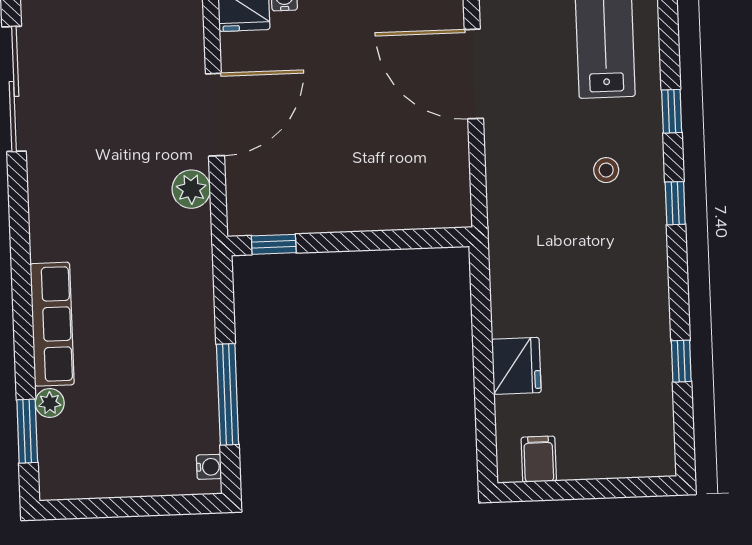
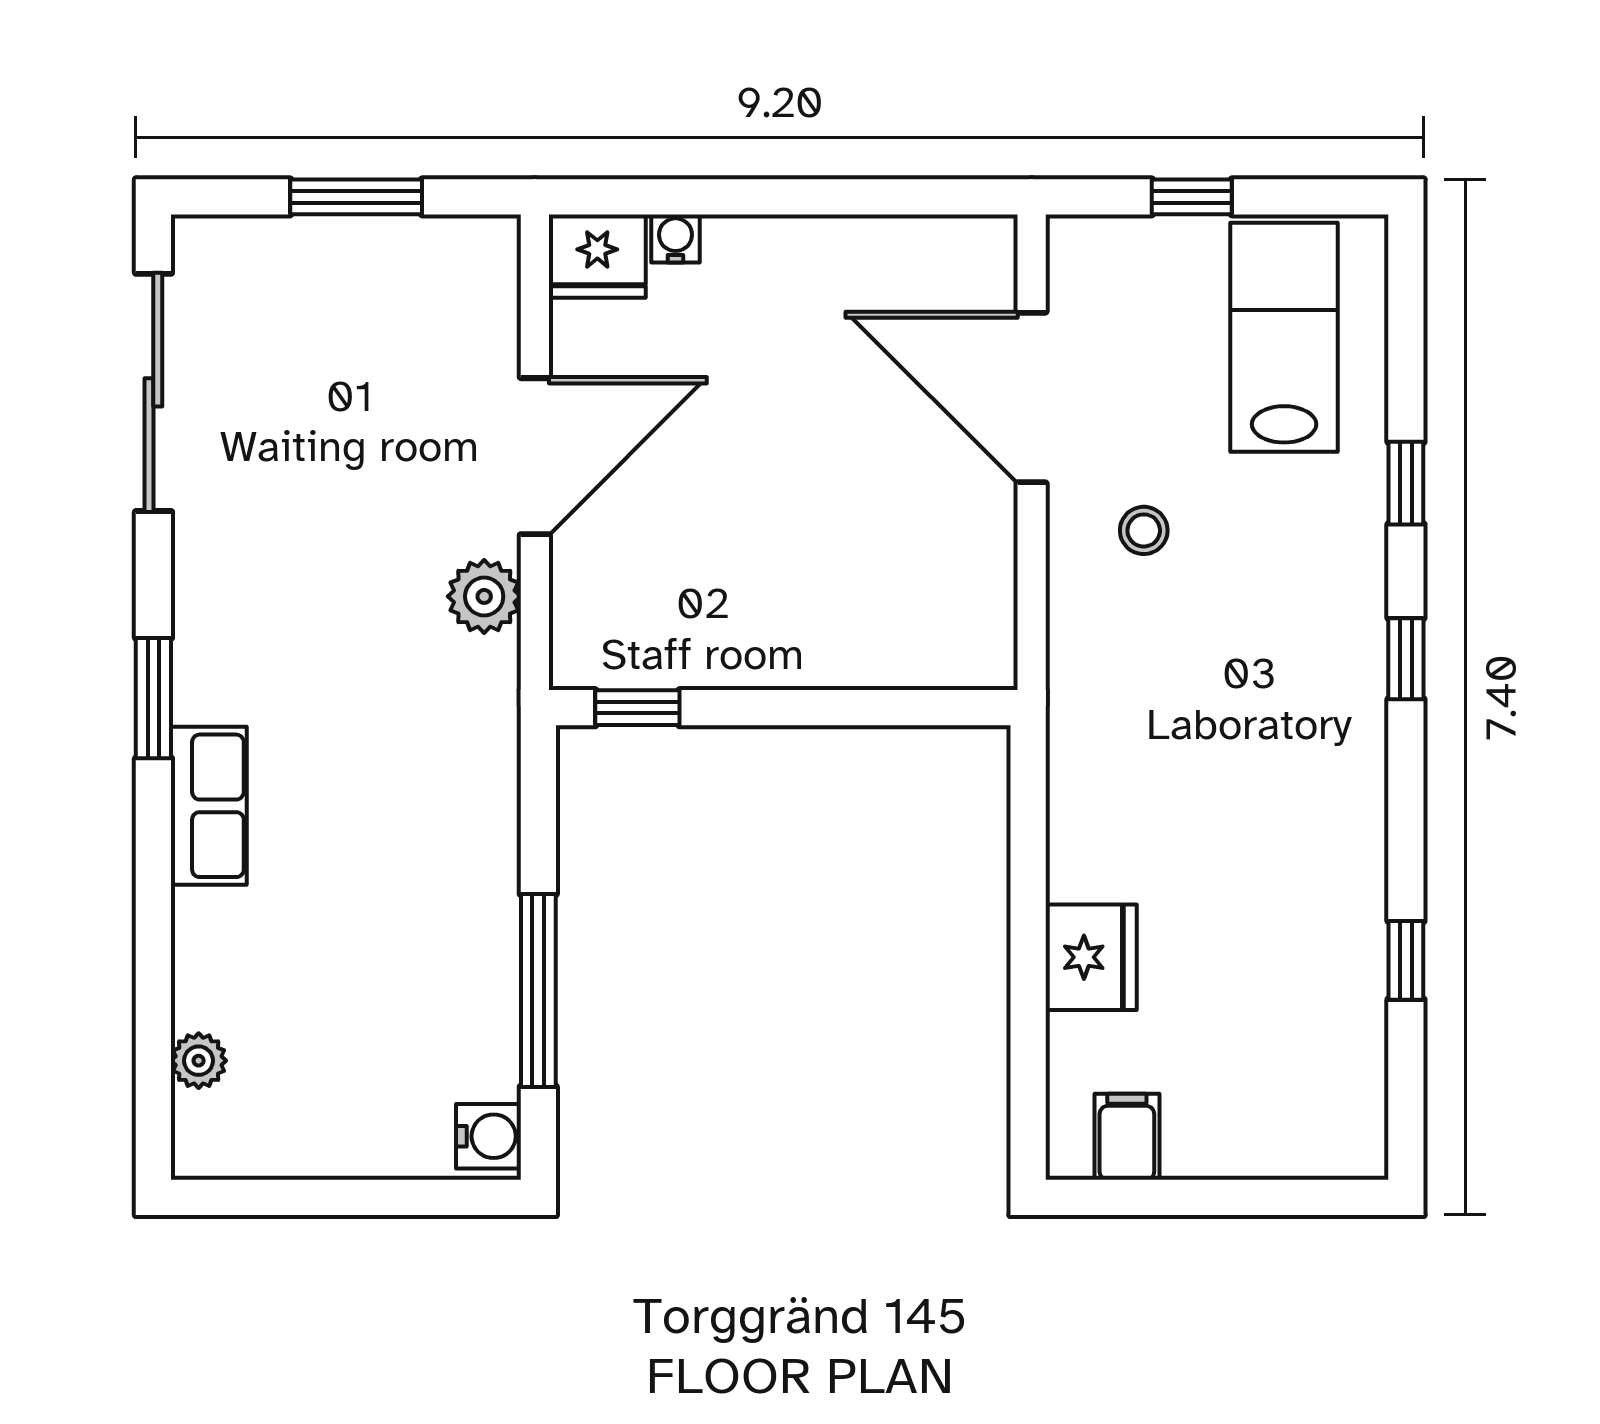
stool: (606, 170) -> (1144, 530), moved
row of seats: (52, 324) -> (209, 806), width x0.68
plant: (50, 403) -> (199, 1061), moved
window: (27, 431) -> (153, 698), moved
water cooler: (209, 467) -> (489, 1136), width x1.38, depth x1.38

